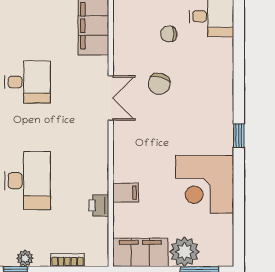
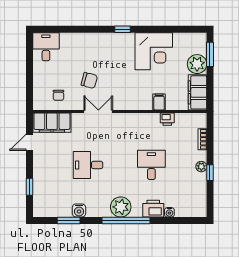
chair: (169, 34) -> (58, 95), moved
desk: (27, 82) -> (88, 165), turned -90
desk: (27, 181) -> (151, 165), width x0.73

